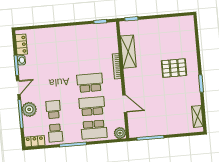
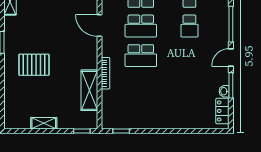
shelving: (162, 22) -> (44, 123), added
plant: (29, 109) -> (220, 29), removed

